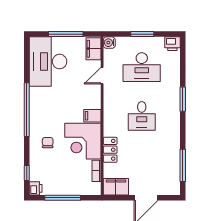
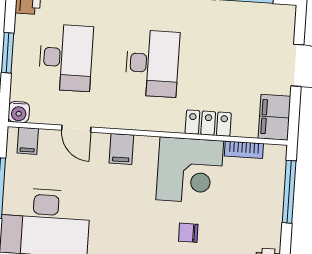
filing cabinet: (93, 49) -> (28, 141), width x0.50
filing cabinet: (92, 116) -> (121, 149), moved
desk: (142, 116) -> (152, 63), width x1.37
window: (63, 198) -> (289, 192), moved

